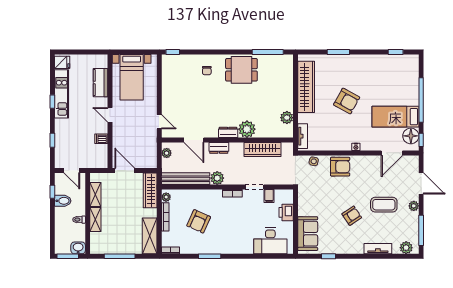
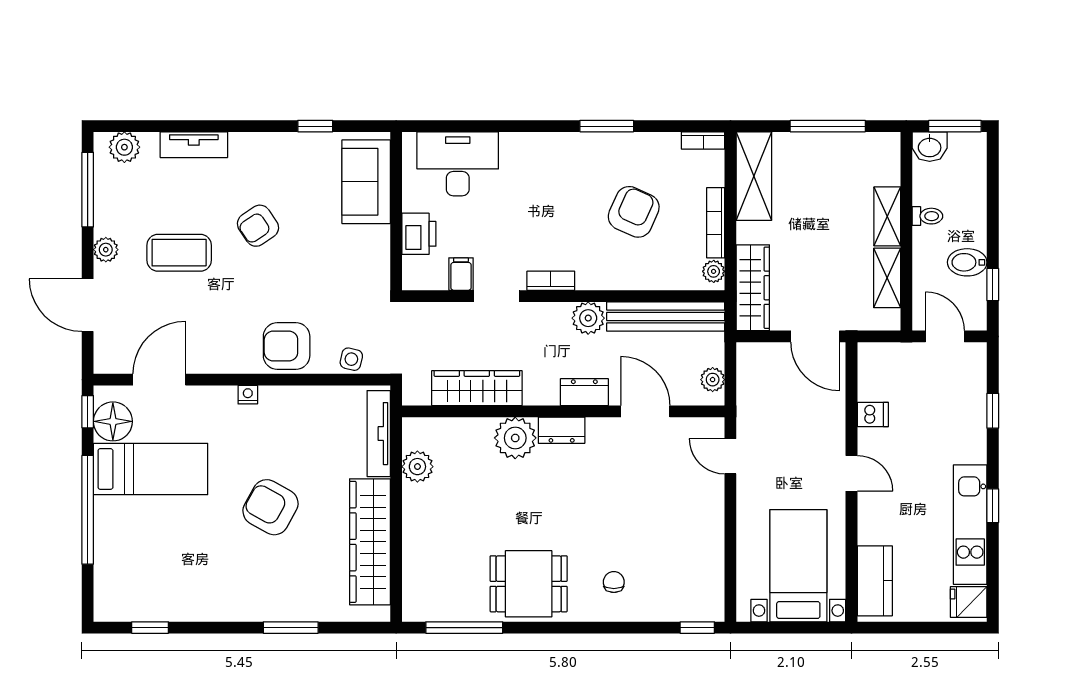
kitchen counter: (100, 83) -> (875, 581), moved
tv unit: (303, 136) -> (379, 434), width x1.41

